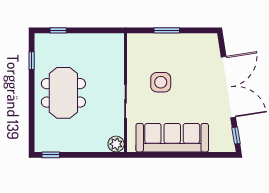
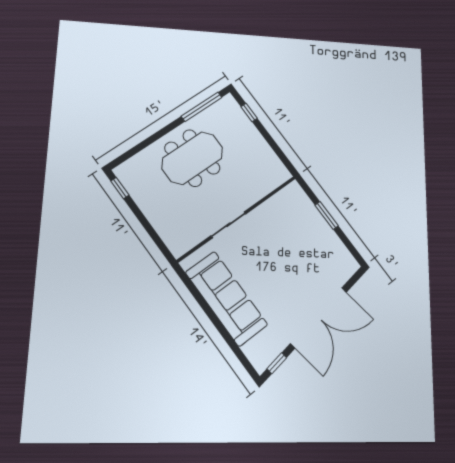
window: (32, 61) -> (202, 107), width x2.17
side table: (161, 82) -> (273, 246), removed
plant: (116, 144) -> (179, 246), removed

